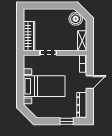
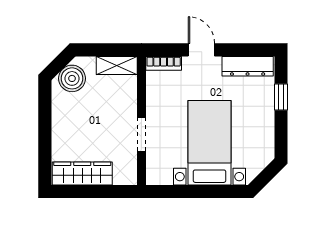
wardrobe: (29, 36) -> (82, 173), moved

